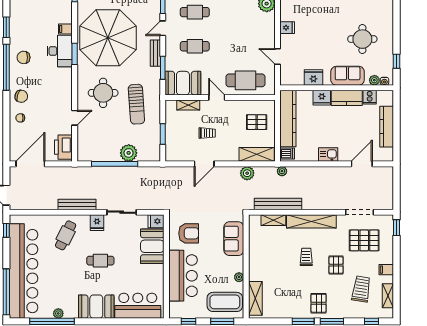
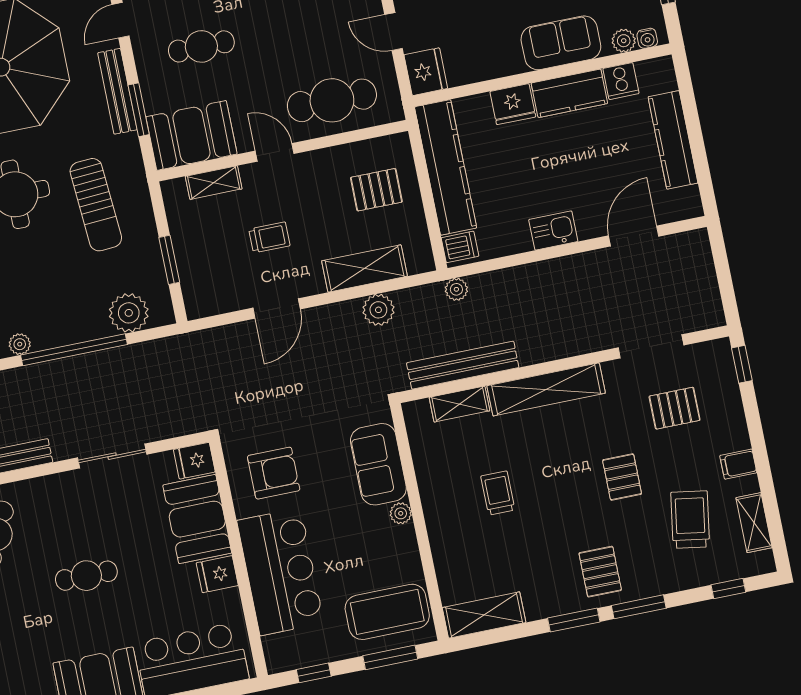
bench: (155, 53) -> (117, 91), width x1.36
fridge: (313, 78) -> (426, 72), moved, turned 90
plant: (129, 153) -> (129, 313), moved
shelving: (257, 154) -> (365, 269), moved
plant: (92, 157) -> (20, 344), added
fridge: (97, 223) -> (217, 574), moved, turned 90
pallet: (364, 240) -> (675, 408), width x0.67, depth x0.71
trolley: (306, 257) -> (498, 493), moved
plant: (239, 277) -> (401, 513), moved
shelving: (255, 298) -> (484, 615), moved, turned 90

